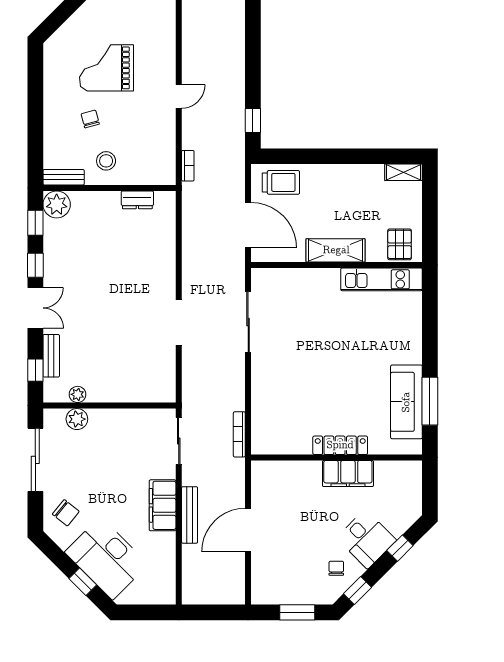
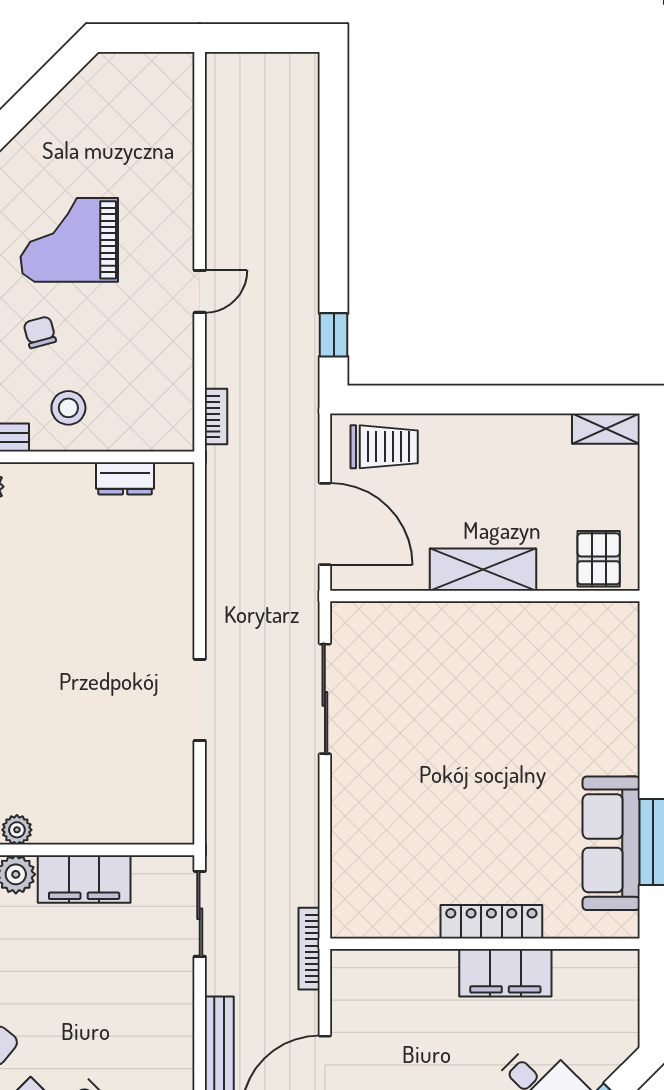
kitchen unit: (382, 279) -> (566, 622), removed
bookcase: (239, 434) -> (309, 949), moved
filing cabinet: (163, 505) -> (84, 879), moved, turned -90

